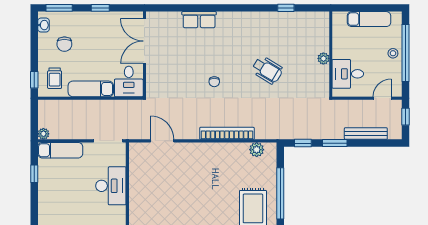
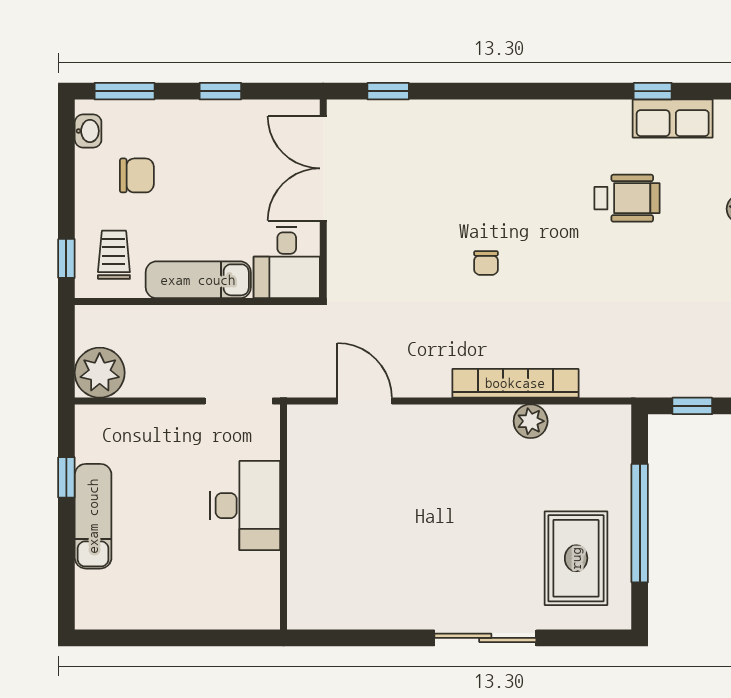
window: (172, 8) -> (388, 91), added
row of seats: (199, 20) -> (673, 119), moved
chair: (64, 44) -> (137, 175), turned -90
wheelchair: (267, 70) -> (627, 198), moved, turned -31
trolley: (55, 78) -> (114, 255), turned 180
plant: (43, 134) -> (100, 373), width x1.88, depth x1.88
exam couch: (60, 150) -> (93, 516), moved, turned -90
plant: (257, 150) -> (531, 421), moved

